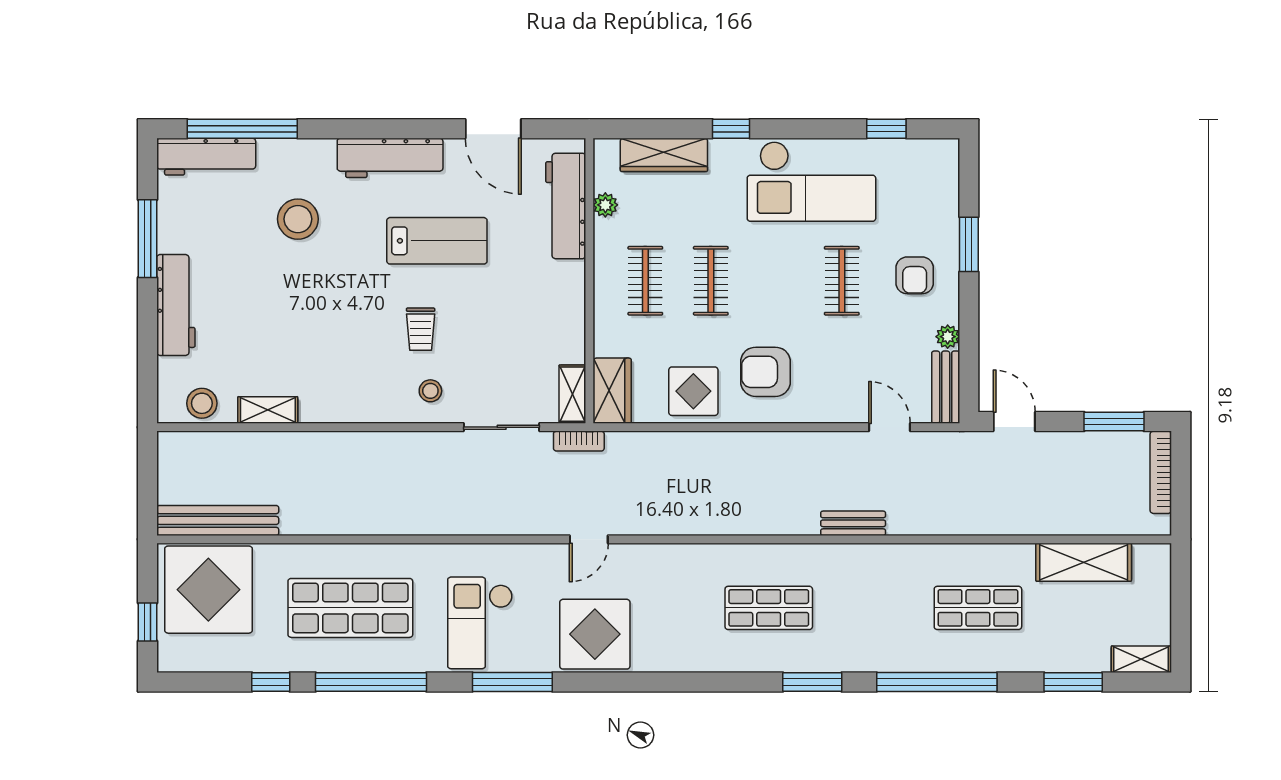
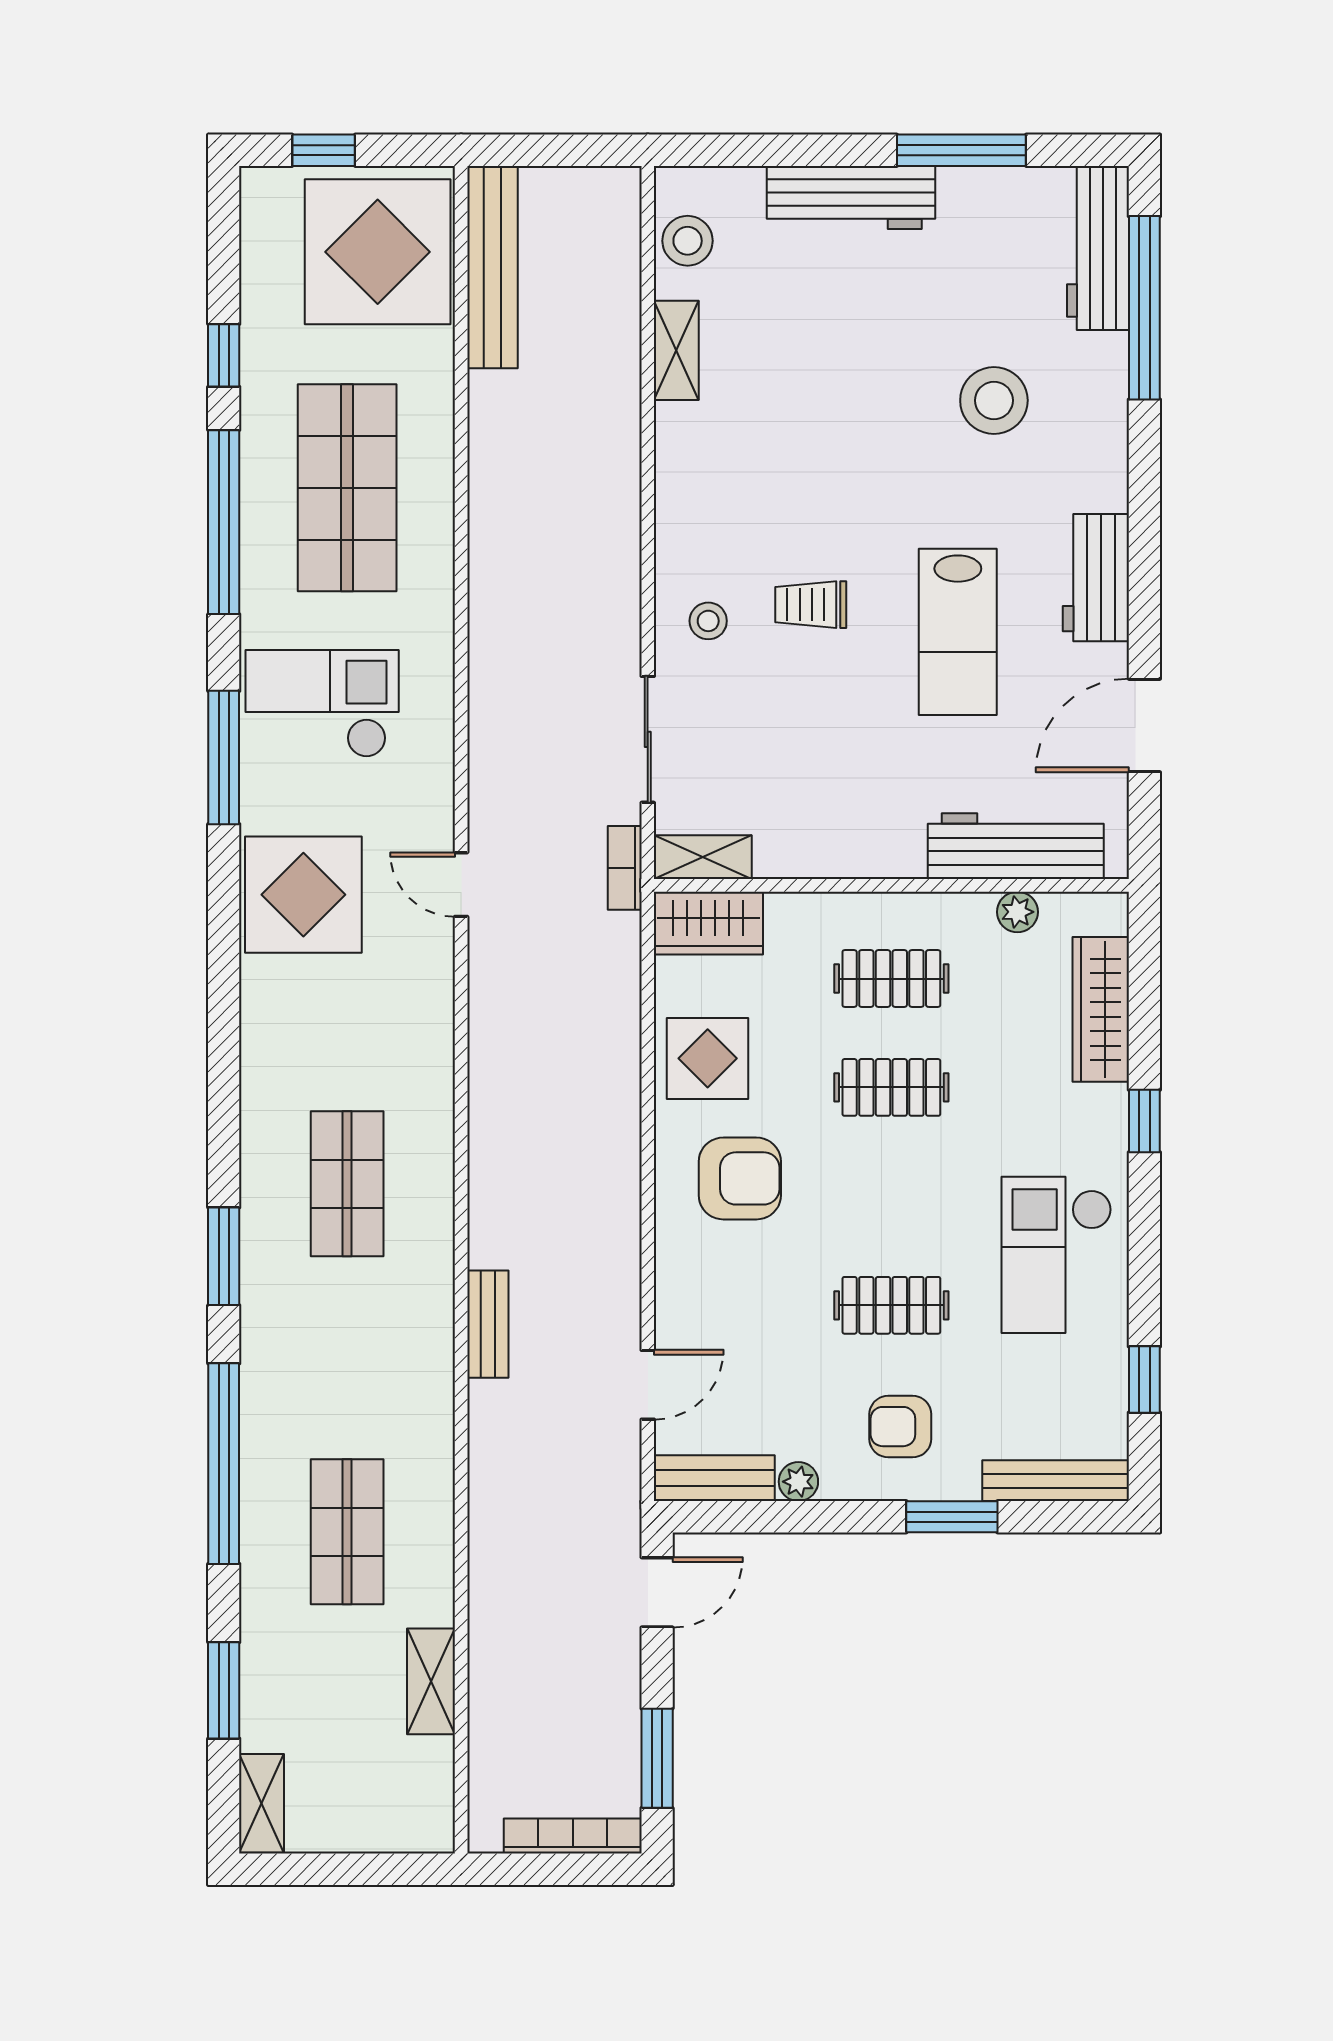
workbench: (390, 158) -> (1096, 578), width x0.73
checkout: (811, 181) -> (1057, 1255), width x0.73, depth x0.83
bench: (947, 182) -> (1056, 1481), added
armchair: (765, 372) -> (740, 1178), turned 90
shelving: (1084, 562) -> (431, 1681), width x0.67, depth x0.75

